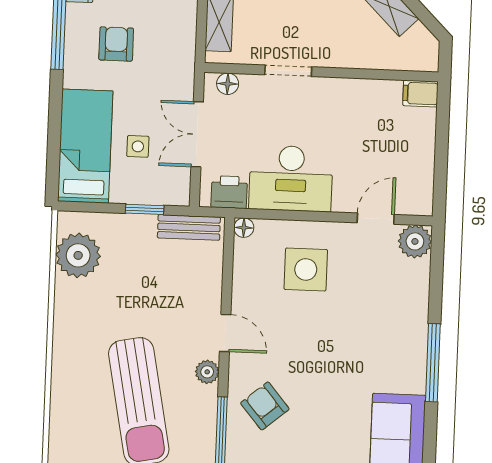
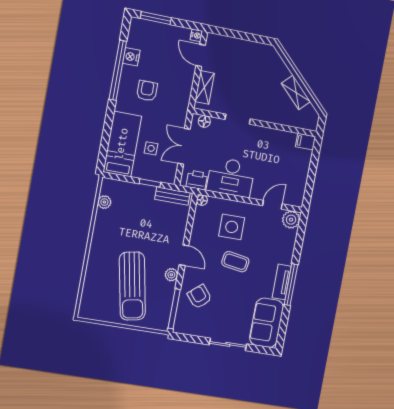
plant: (78, 255) -> (104, 202), width x0.53, depth x0.53
coffee table: (322, 333) -> (235, 262), added
tv unit: (415, 360) -> (282, 282), added

